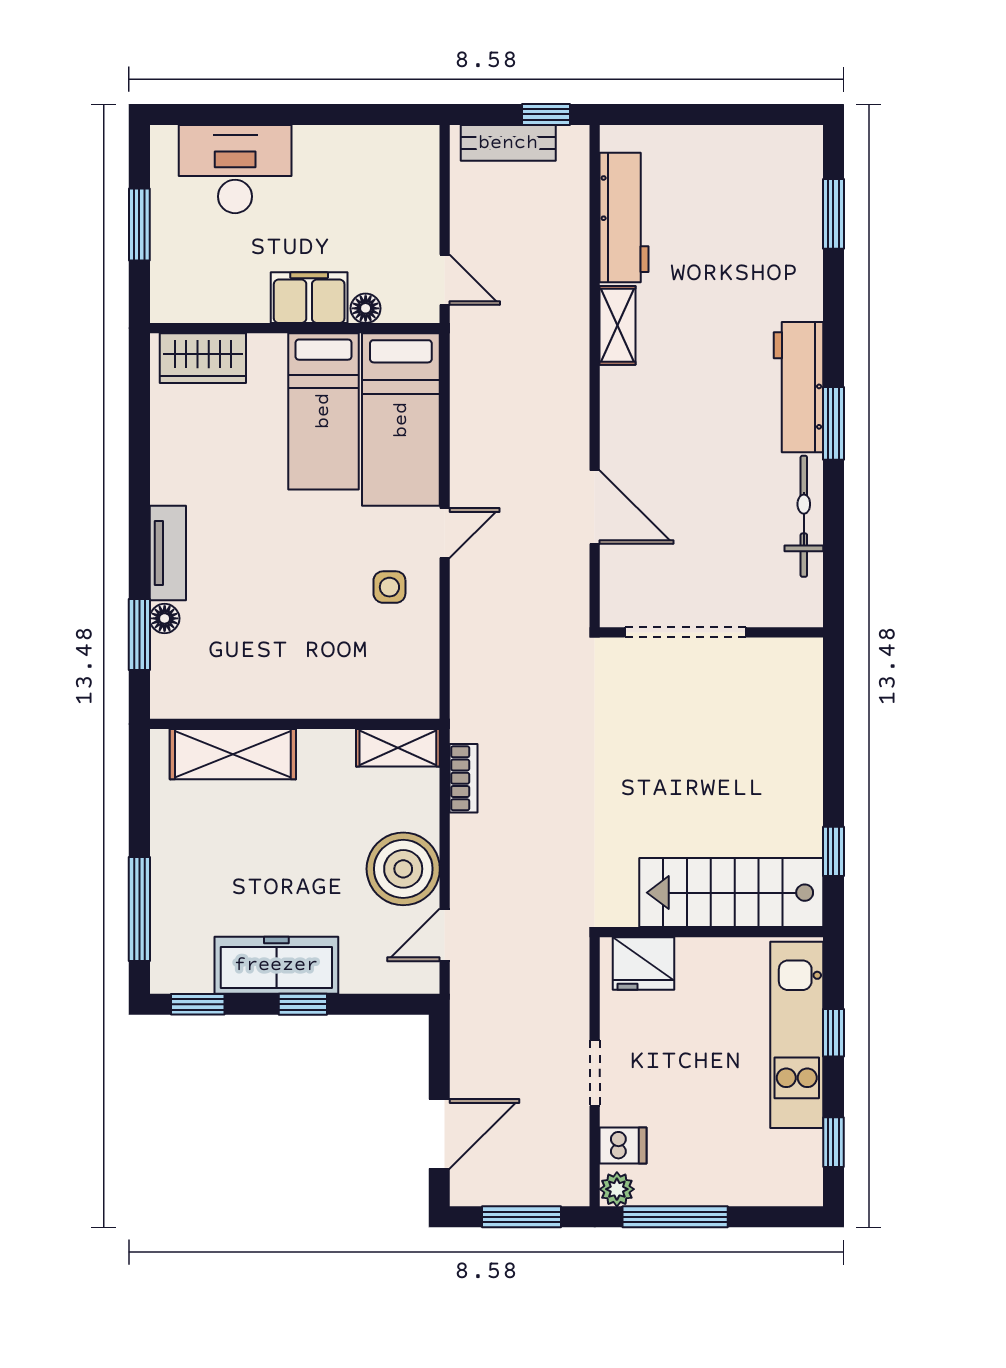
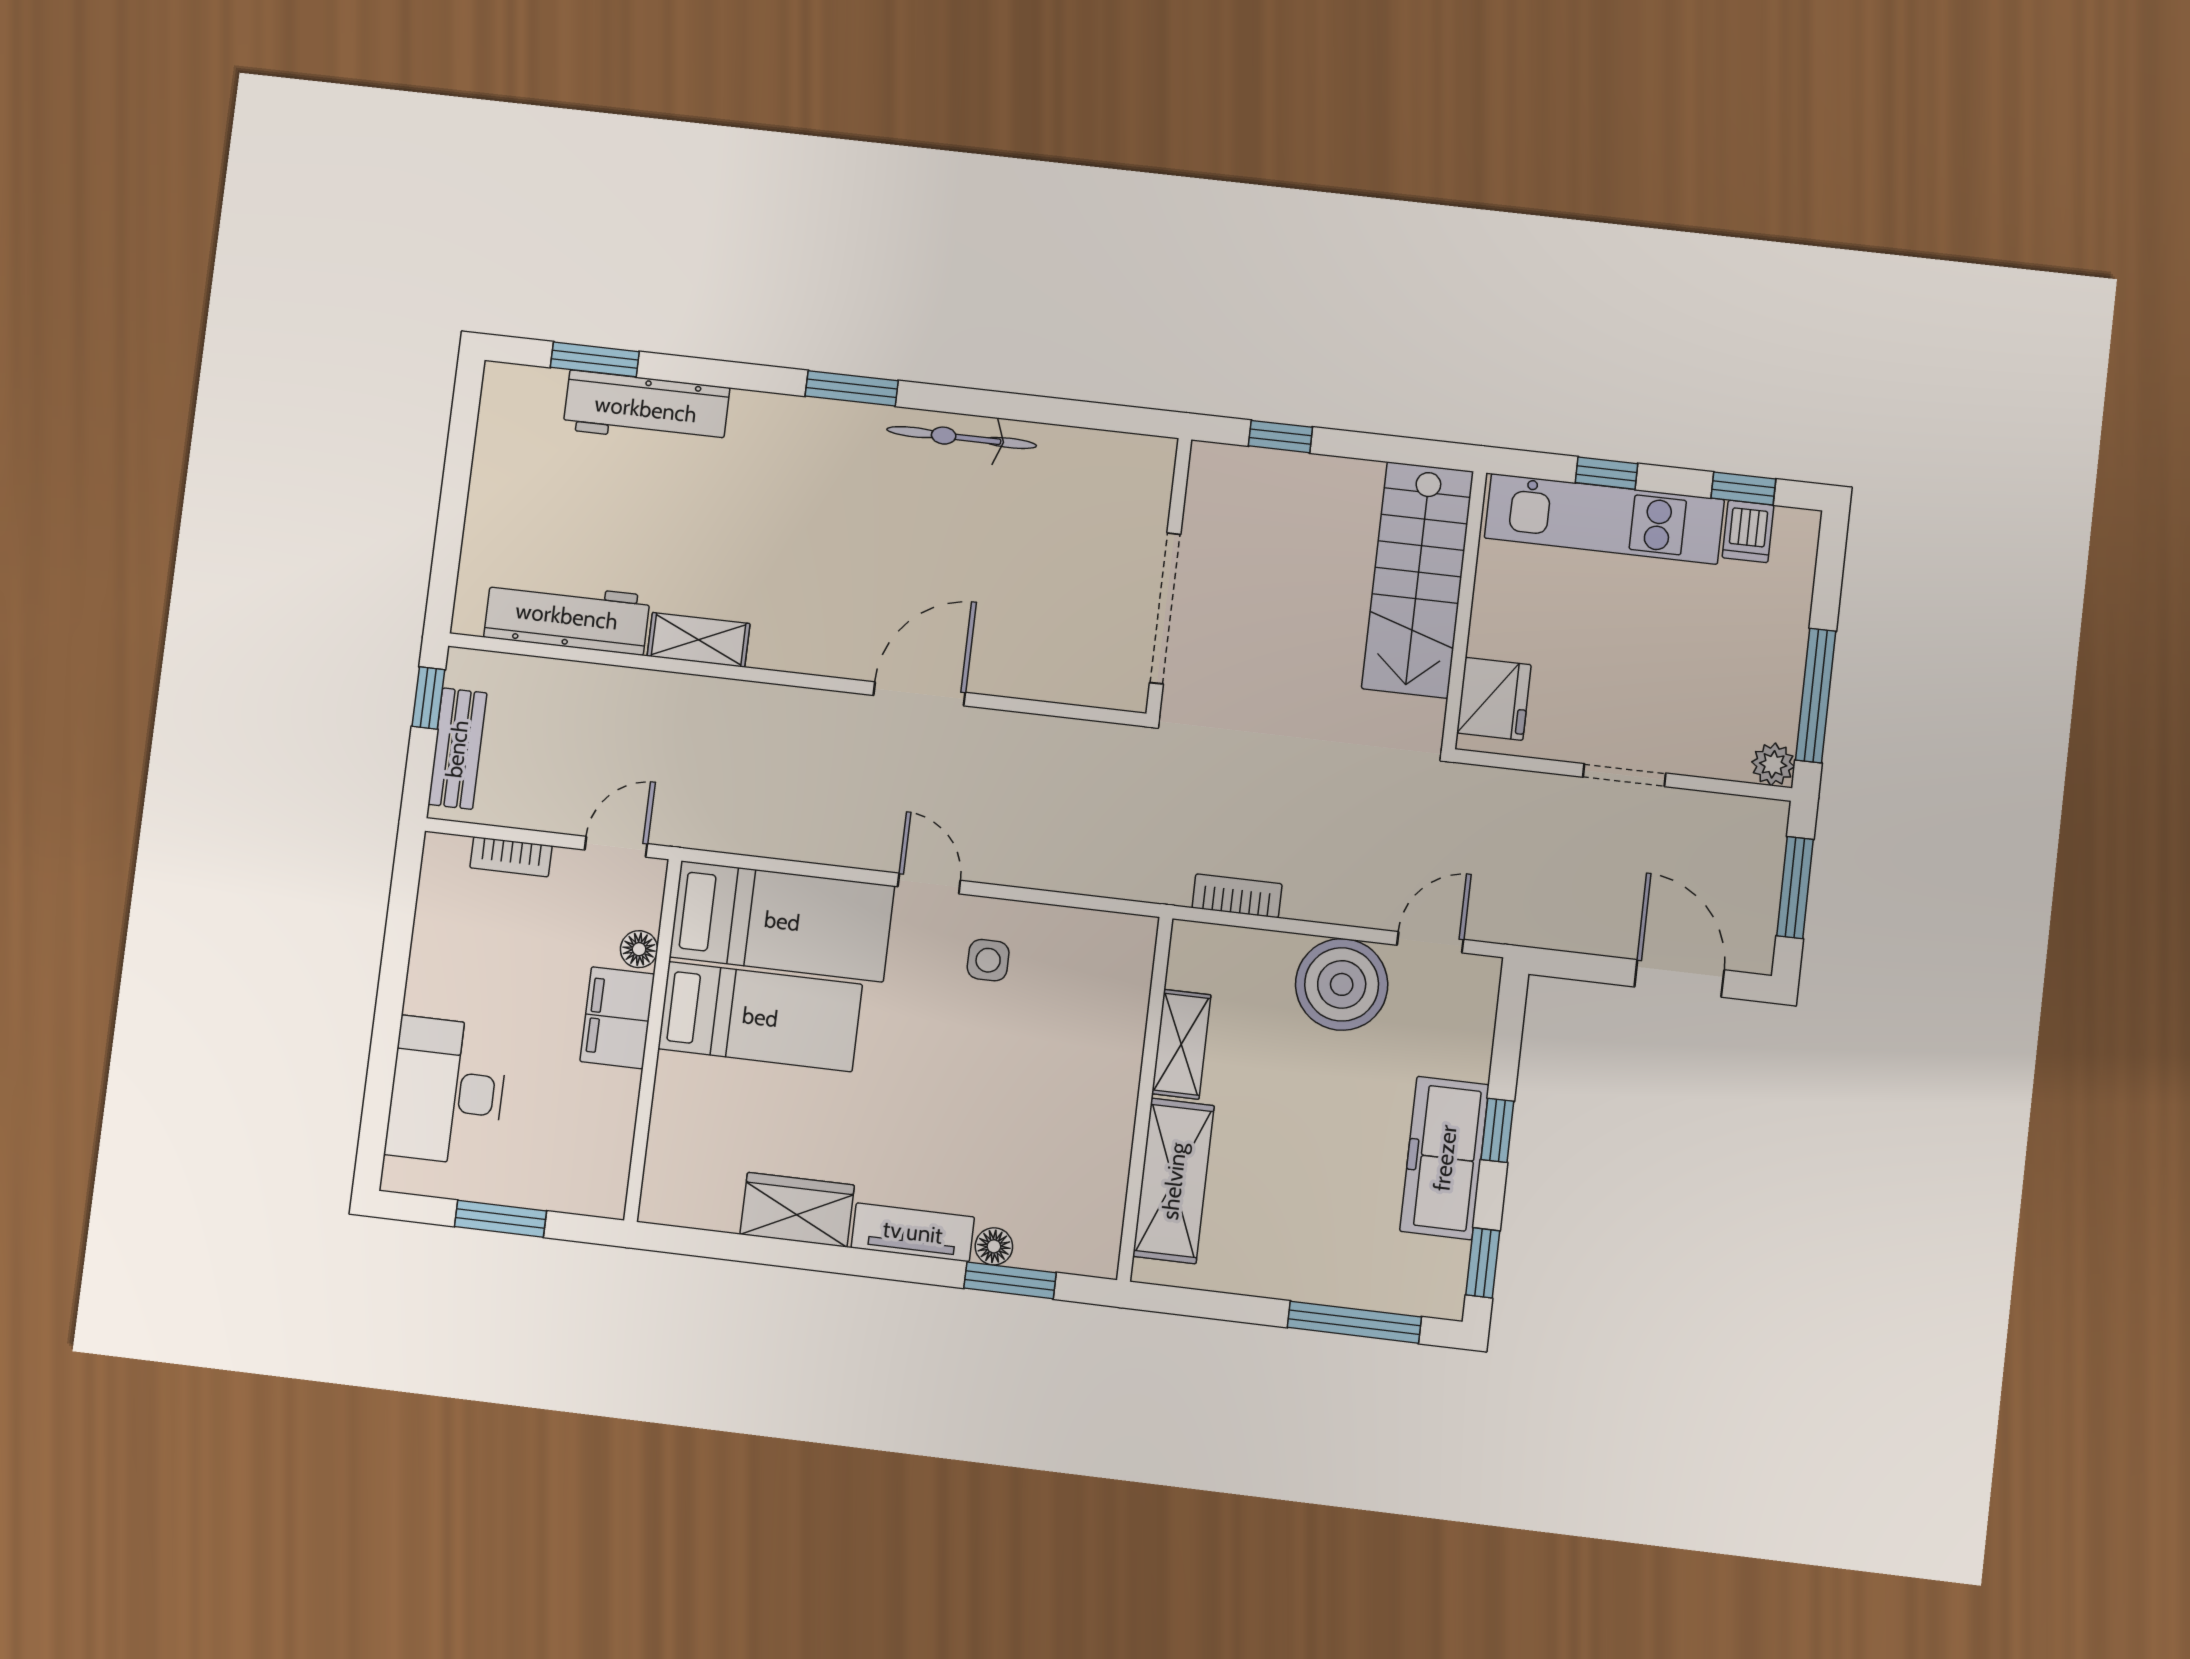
bookcase: (427, 197) -> (511, 857), added
wardrobe: (203, 358) -> (797, 1210), moved, turned -90
workbench: (798, 387) -> (646, 409), moved
doorway: (685, 632) -> (1165, 608), moved
wall: (711, 632) -> (1169, 576), moved
shelving: (398, 748) -> (1181, 1044), moved
window: (833, 851) -> (1280, 437), moved
door: (445, 935) -> (1430, 942), swing flipped
dishwasher: (623, 1146) -> (1748, 531), moved, turned 180

